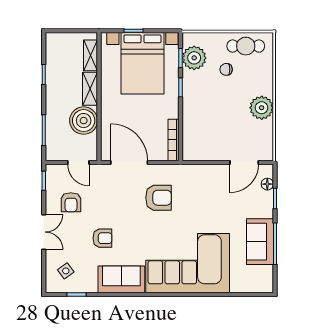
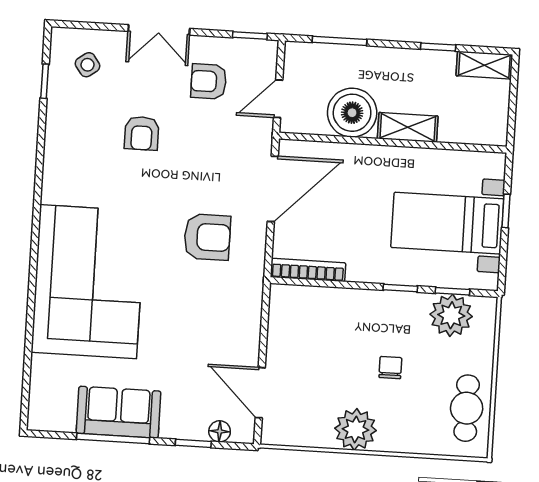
shelving: (90, 55) -> (484, 65), moved
bed with nightstands: (142, 63) -> (447, 223), width x0.73
chair: (226, 69) -> (390, 368), moved
armchair: (159, 198) -> (207, 237), turned -90
sofa: (121, 279) -> (67, 162), removed

